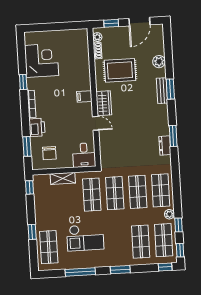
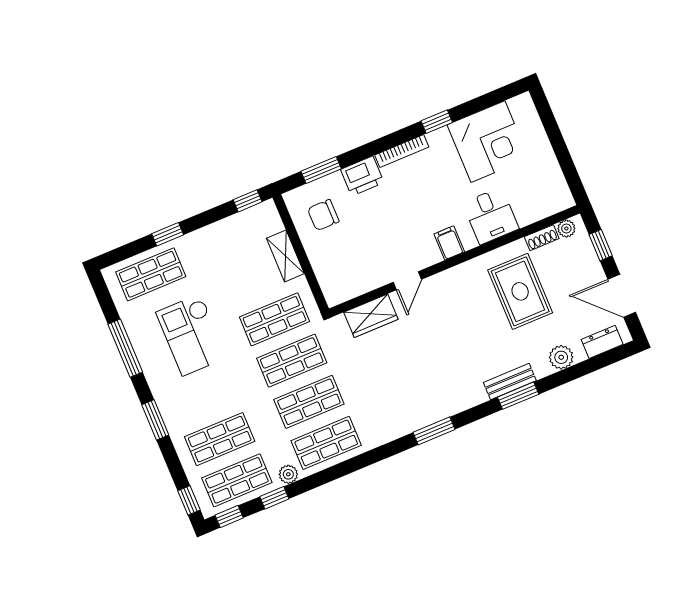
wardrobe: (104, 103) -> (371, 316), moved
dresser: (165, 145) -> (602, 342), moved
desk: (84, 155) -> (491, 216), moved, turned -90

